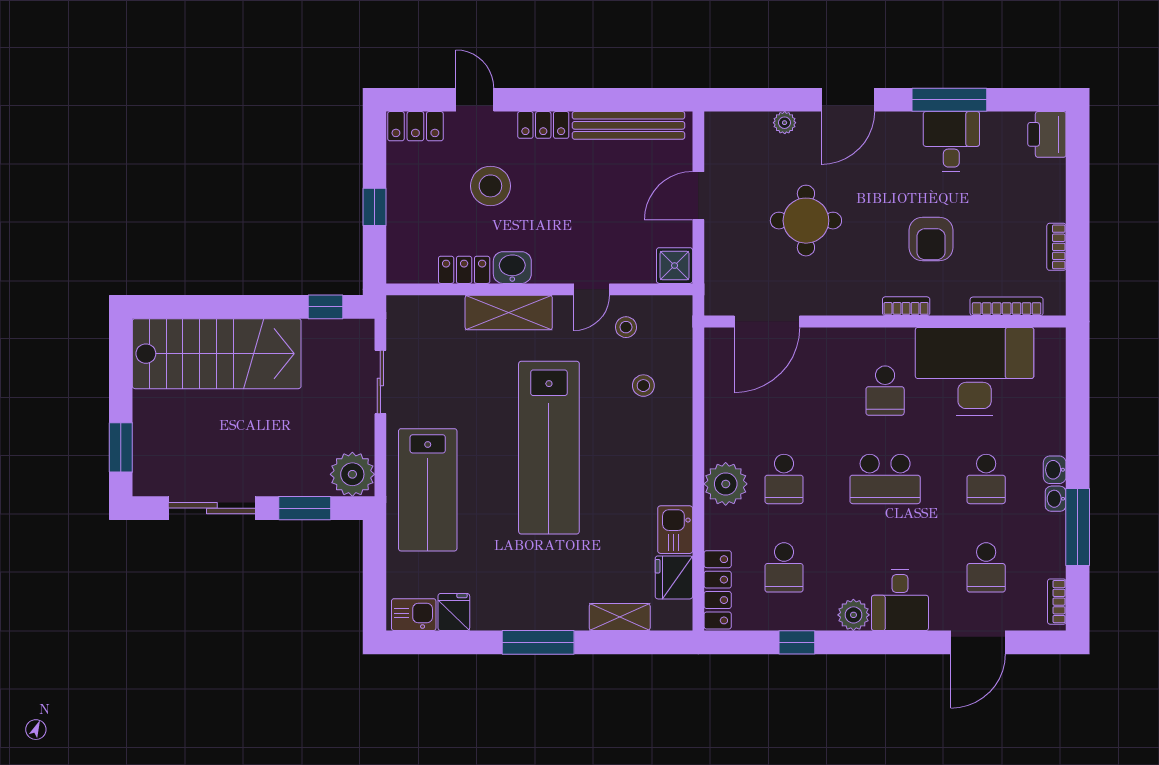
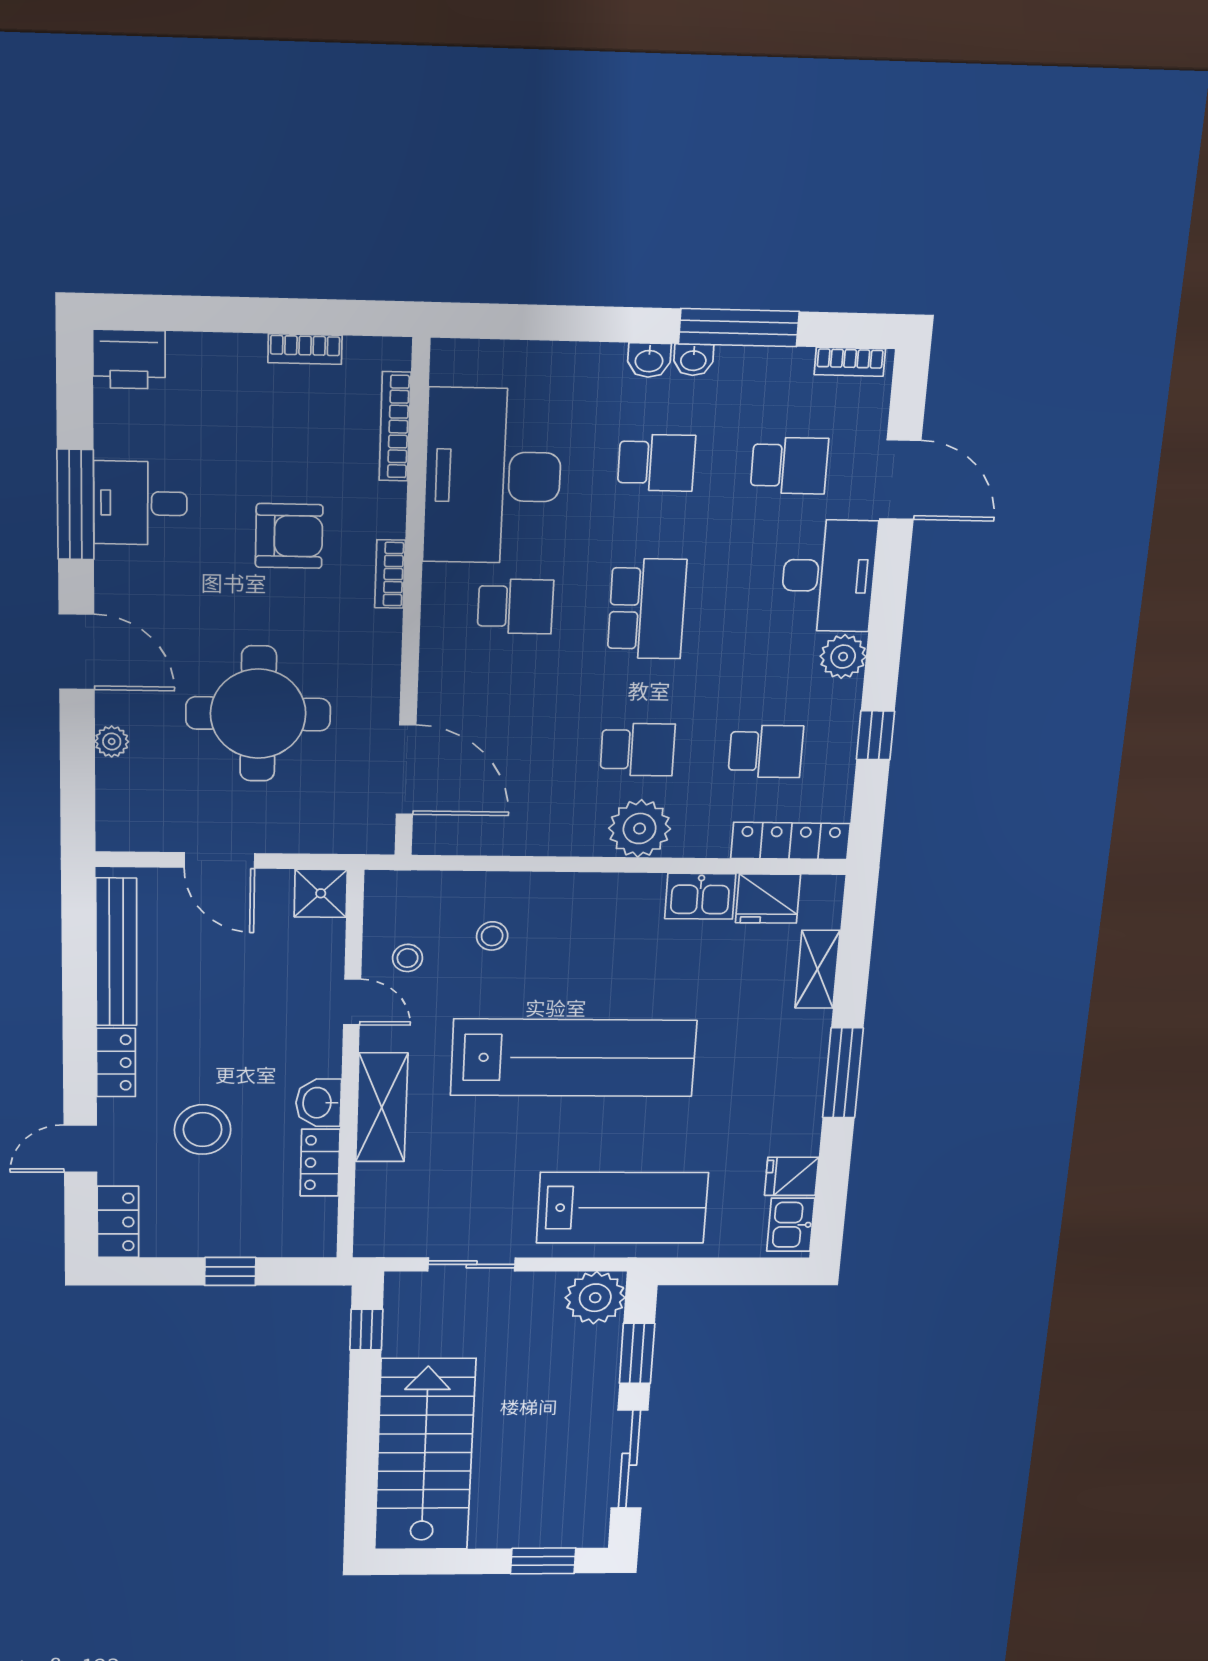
round table: (806, 221) -> (258, 714), width x1.36, depth x1.36
desk: (900, 600) -> (829, 576), width x1.37

